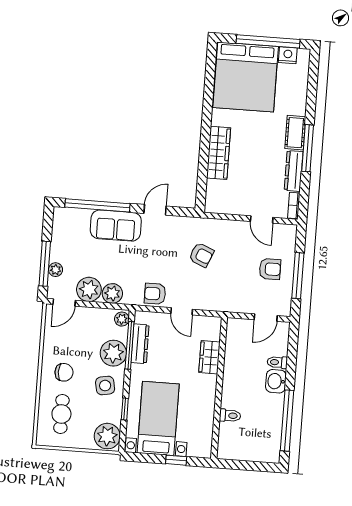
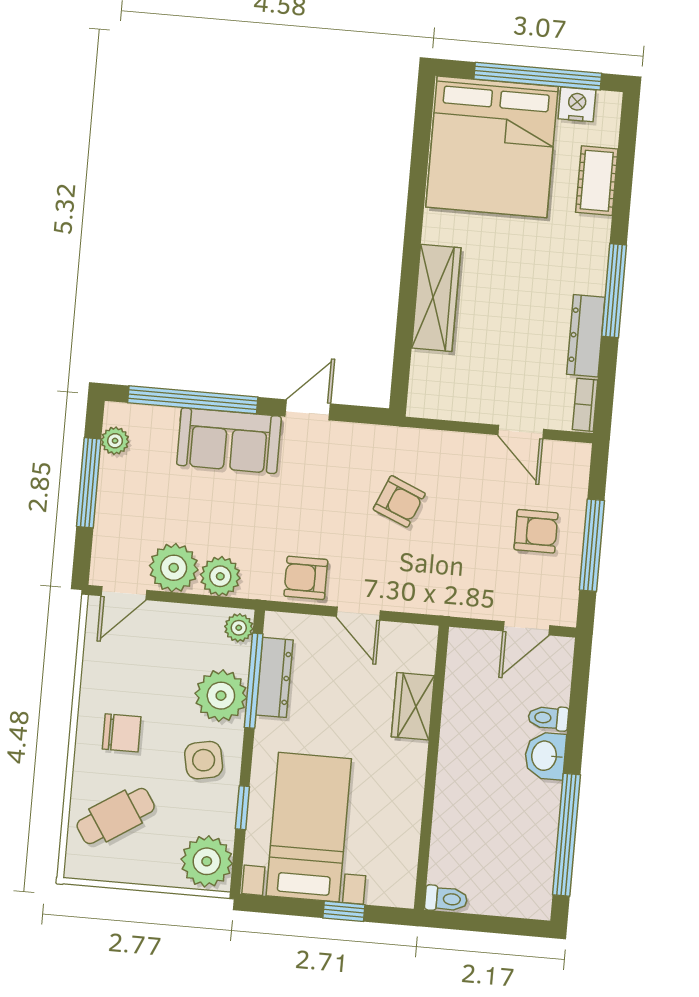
cot: (295, 133) -> (597, 181), moved
window: (45, 264) -> (89, 483), moved
plant: (56, 270) -> (115, 441), moved
cafe table: (61, 414) -> (116, 816), turned 57
toilet: (230, 416) -> (446, 899), moved

